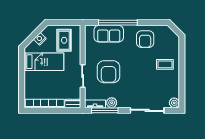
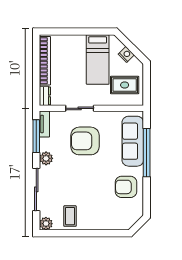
sofa: (109, 34) -> (133, 141), width x1.36
coffee table: (165, 64) -> (70, 216), moved
plant: (112, 103) -> (46, 158), moved

